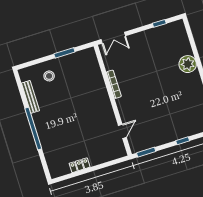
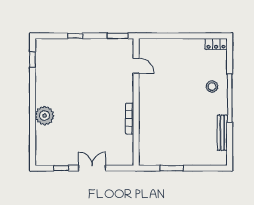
double door: (113, 38) -> (92, 168), moved
stool: (49, 76) -> (212, 87), moved
door: (122, 131) -> (136, 66), swing flipped
locker: (80, 165) -> (216, 44), moved

